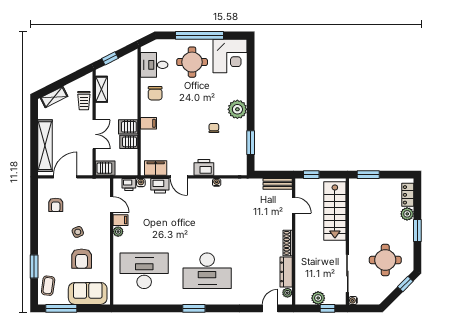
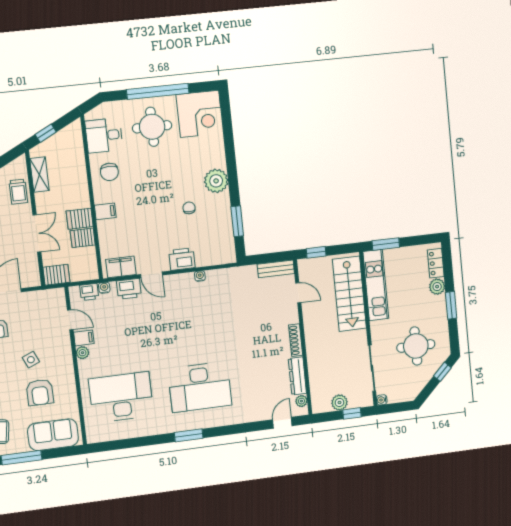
kitchen unit: (357, 207) -> (376, 285), added

